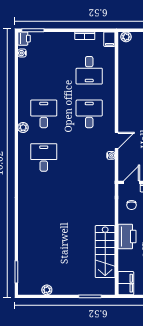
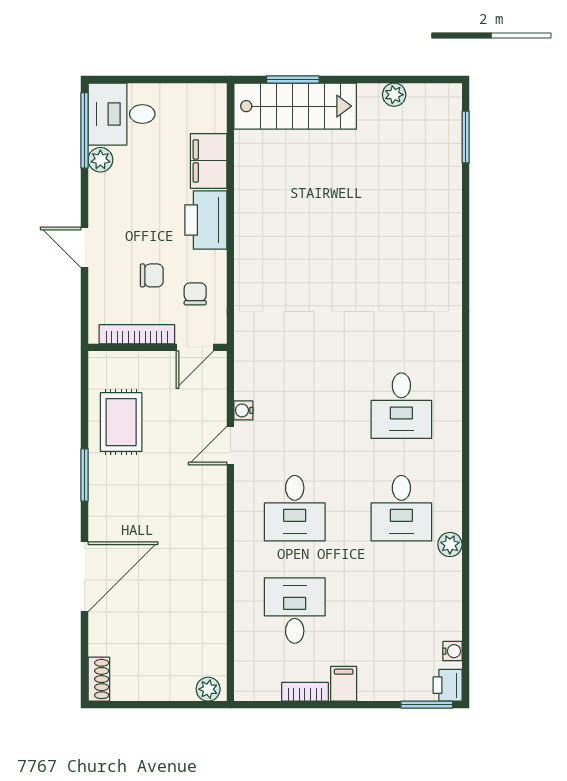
filing cabinet: (109, 39) -> (344, 684), moved
plant: (23, 128) -> (450, 545), moved
stairs: (105, 252) -> (295, 106), moved, turned 90
filing cabinet: (126, 283) -> (209, 161), moved

